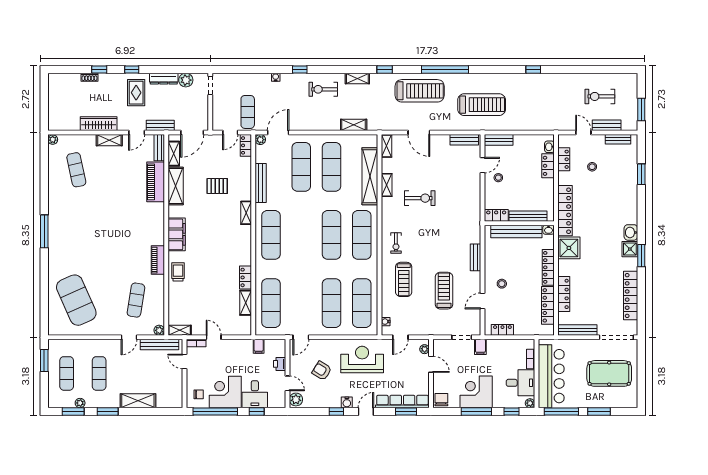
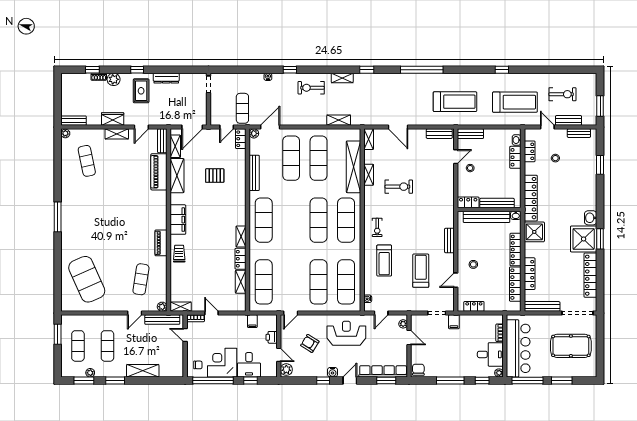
window: (99, 69) -> (92, 70), moved
plant: (186, 80) -> (114, 79), moved
treadmill: (420, 91) -> (515, 102), moved
exercise bike: (600, 96) -> (562, 94), turned 180
wardrobe: (99, 124) -> (113, 119), width x0.67
bench: (160, 125) -> (74, 121), moved
shelving: (246, 213) -> (241, 237), moved
shower: (630, 249) -> (584, 239), width x1.86, depth x1.86
corner desk: (476, 392) -> (450, 363), removed

